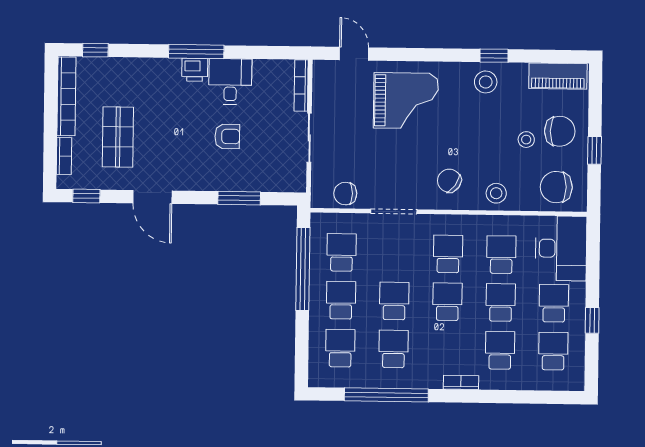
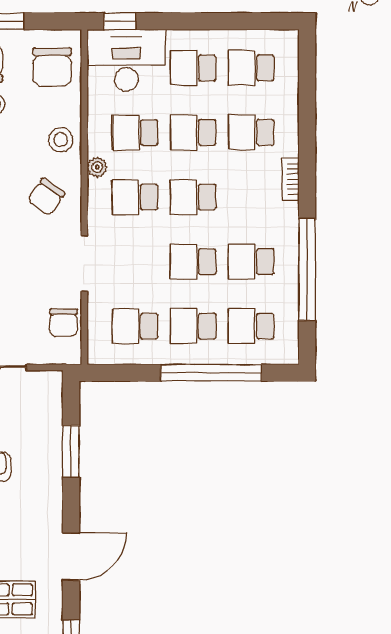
plant: (473, 223) -> (97, 167), added
window: (303, 269) -> (211, 373), moved
window: (592, 320) -> (120, 21), moved

